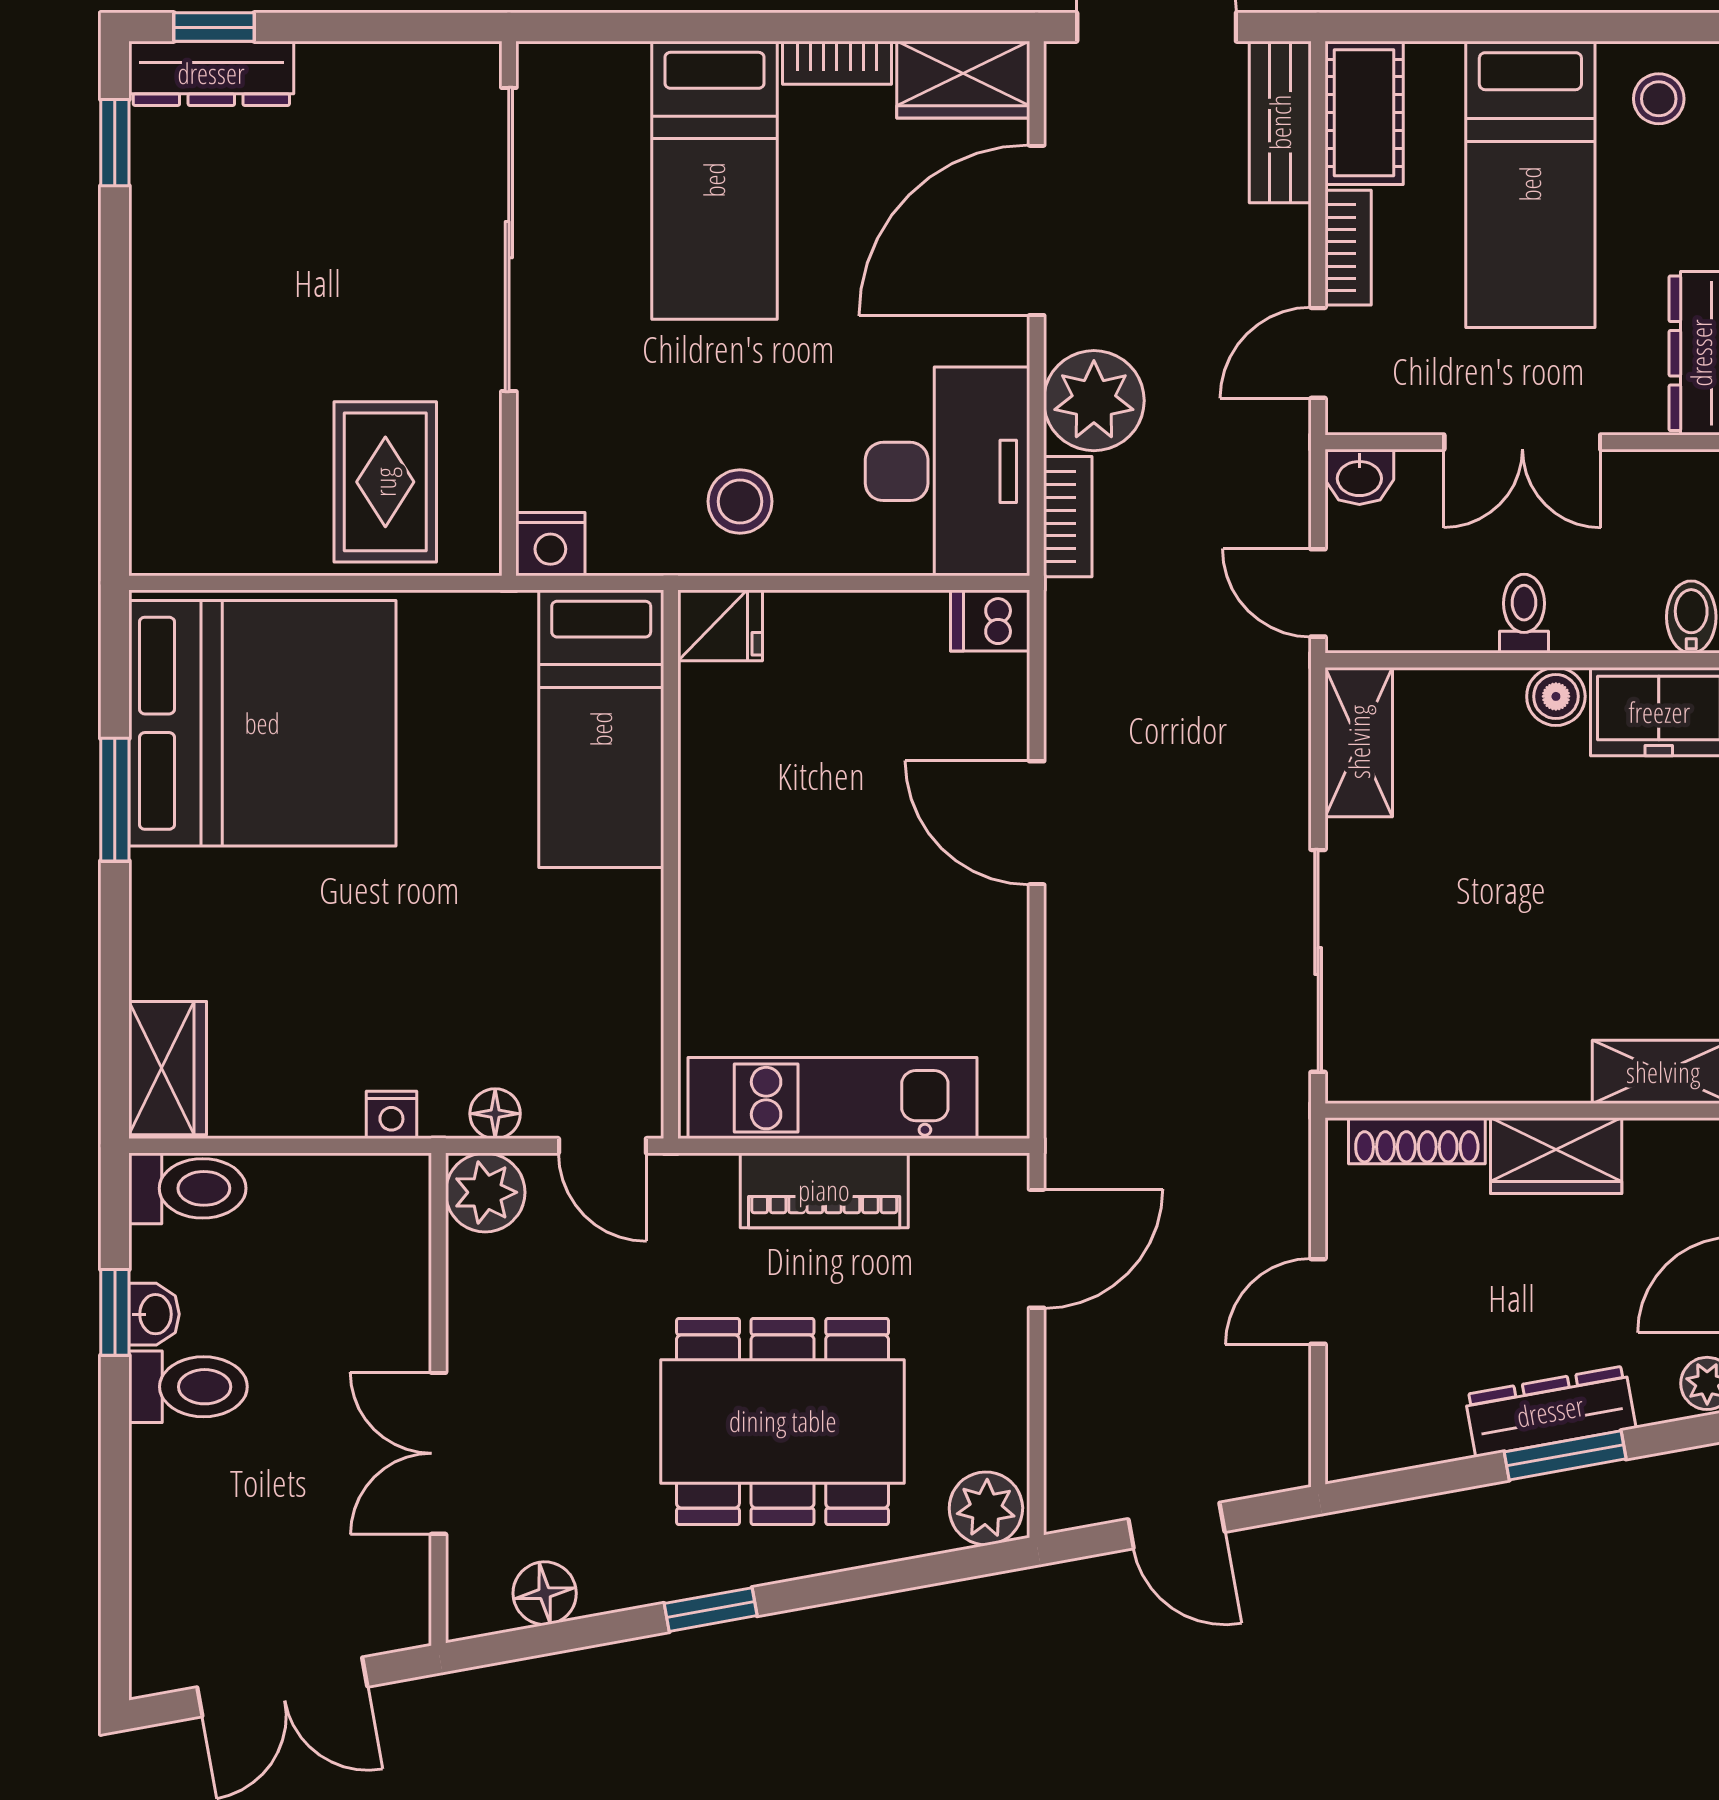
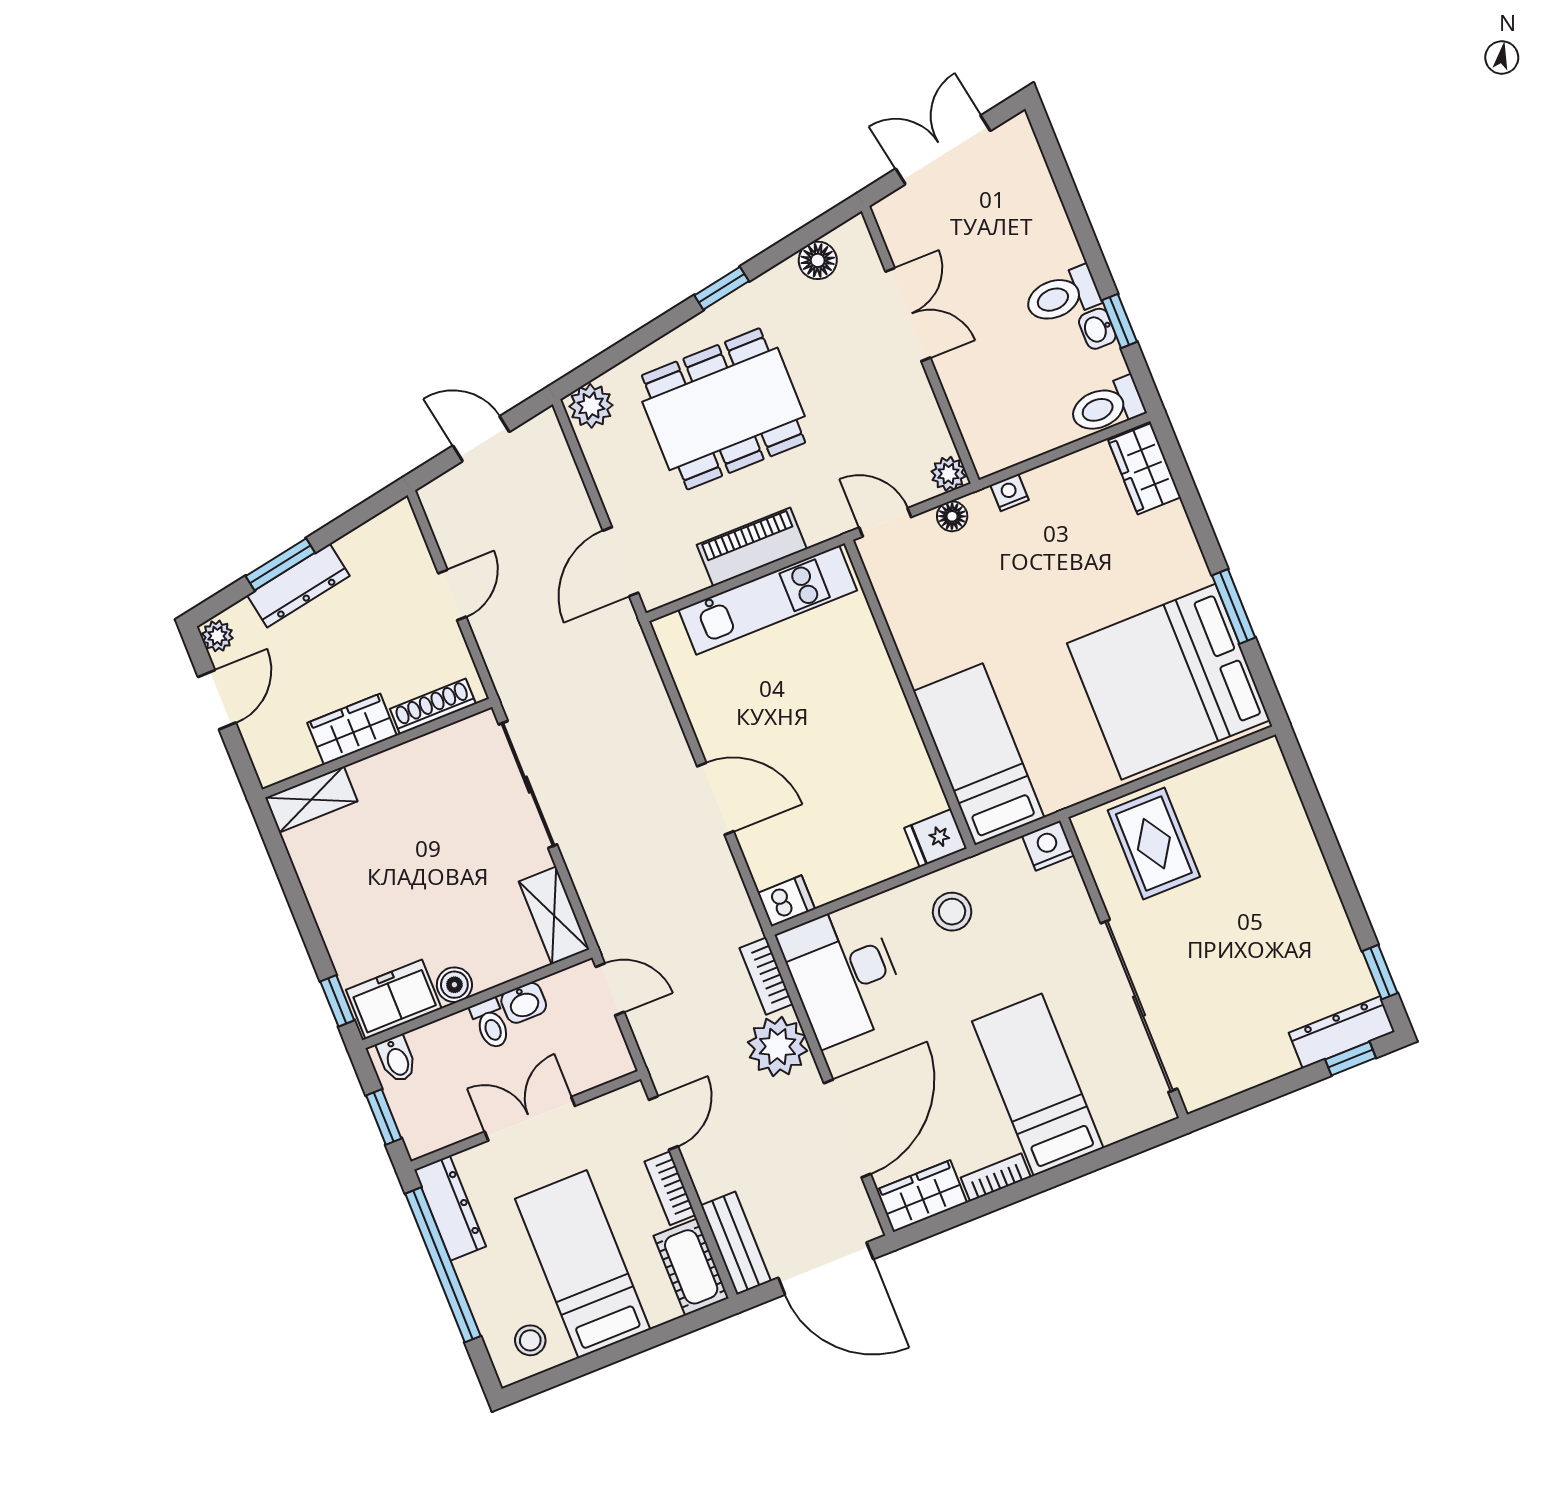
washbasin: (1359, 477) -> (524, 1003), moved, turned 180
plant: (485, 1192) -> (948, 474), width x0.73, depth x0.73

